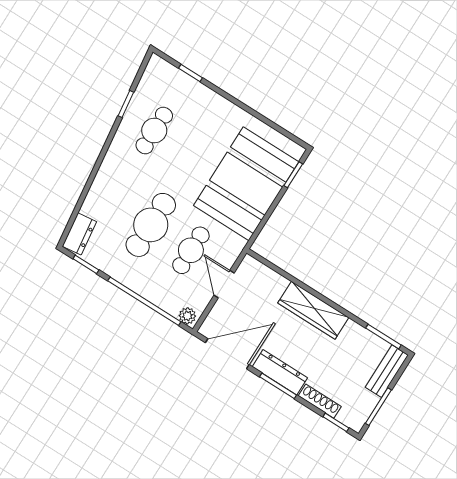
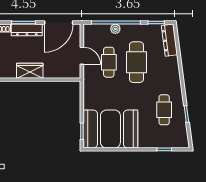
booth: (246, 184) -> (110, 129), moved, turned 90
dresser: (79, 234) -> (169, 40), width x1.44
wardrobe: (313, 310) -> (30, 71), width x0.67
plant: (187, 316) -> (115, 29), moved

